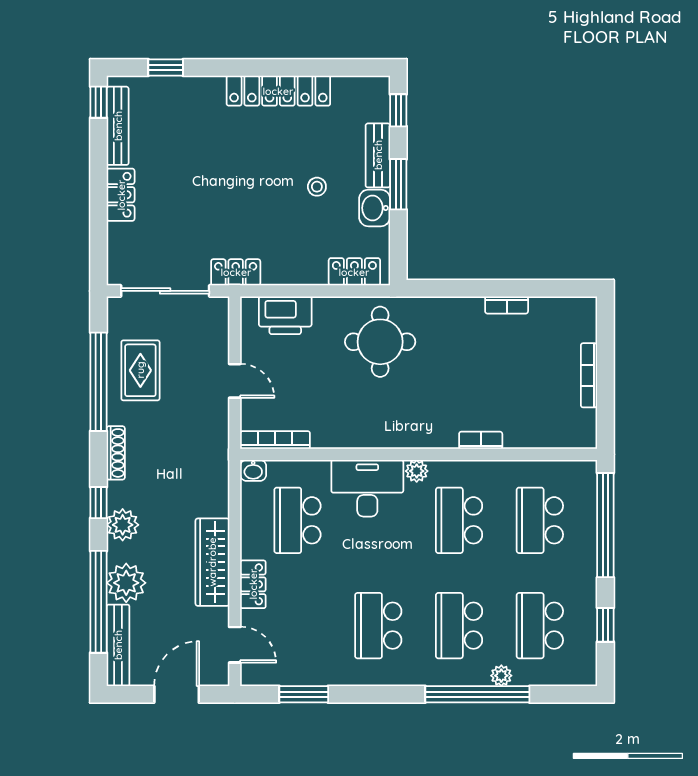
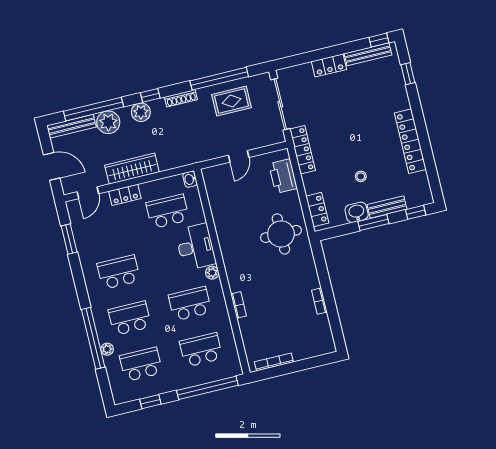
locker: (236, 272) -> (303, 150), width x1.53
bookcase: (589, 375) -> (274, 362), moved
bookcase: (275, 440) -> (210, 188), removed

